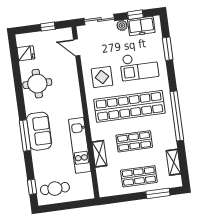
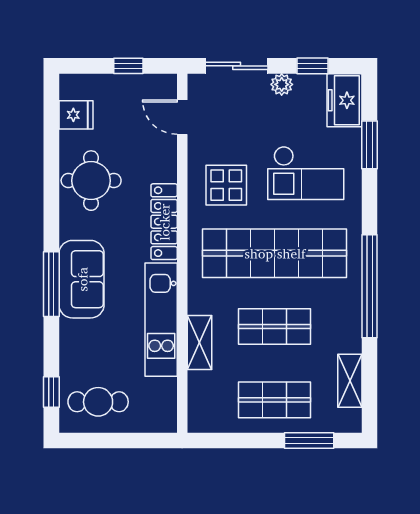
freezer: (141, 26) -> (344, 100), moved, turned 90
locker: (75, 98) -> (164, 222), added

